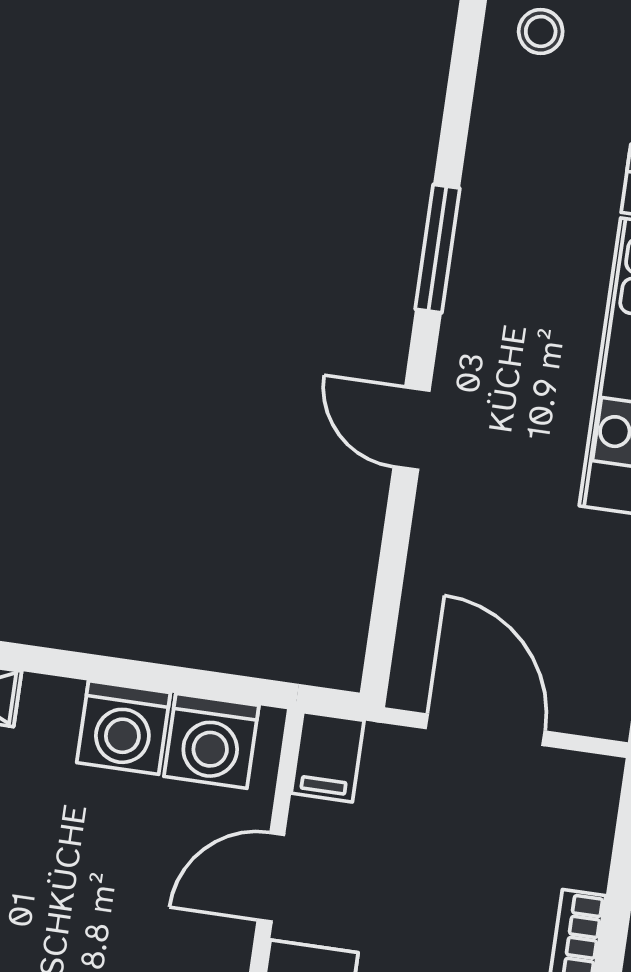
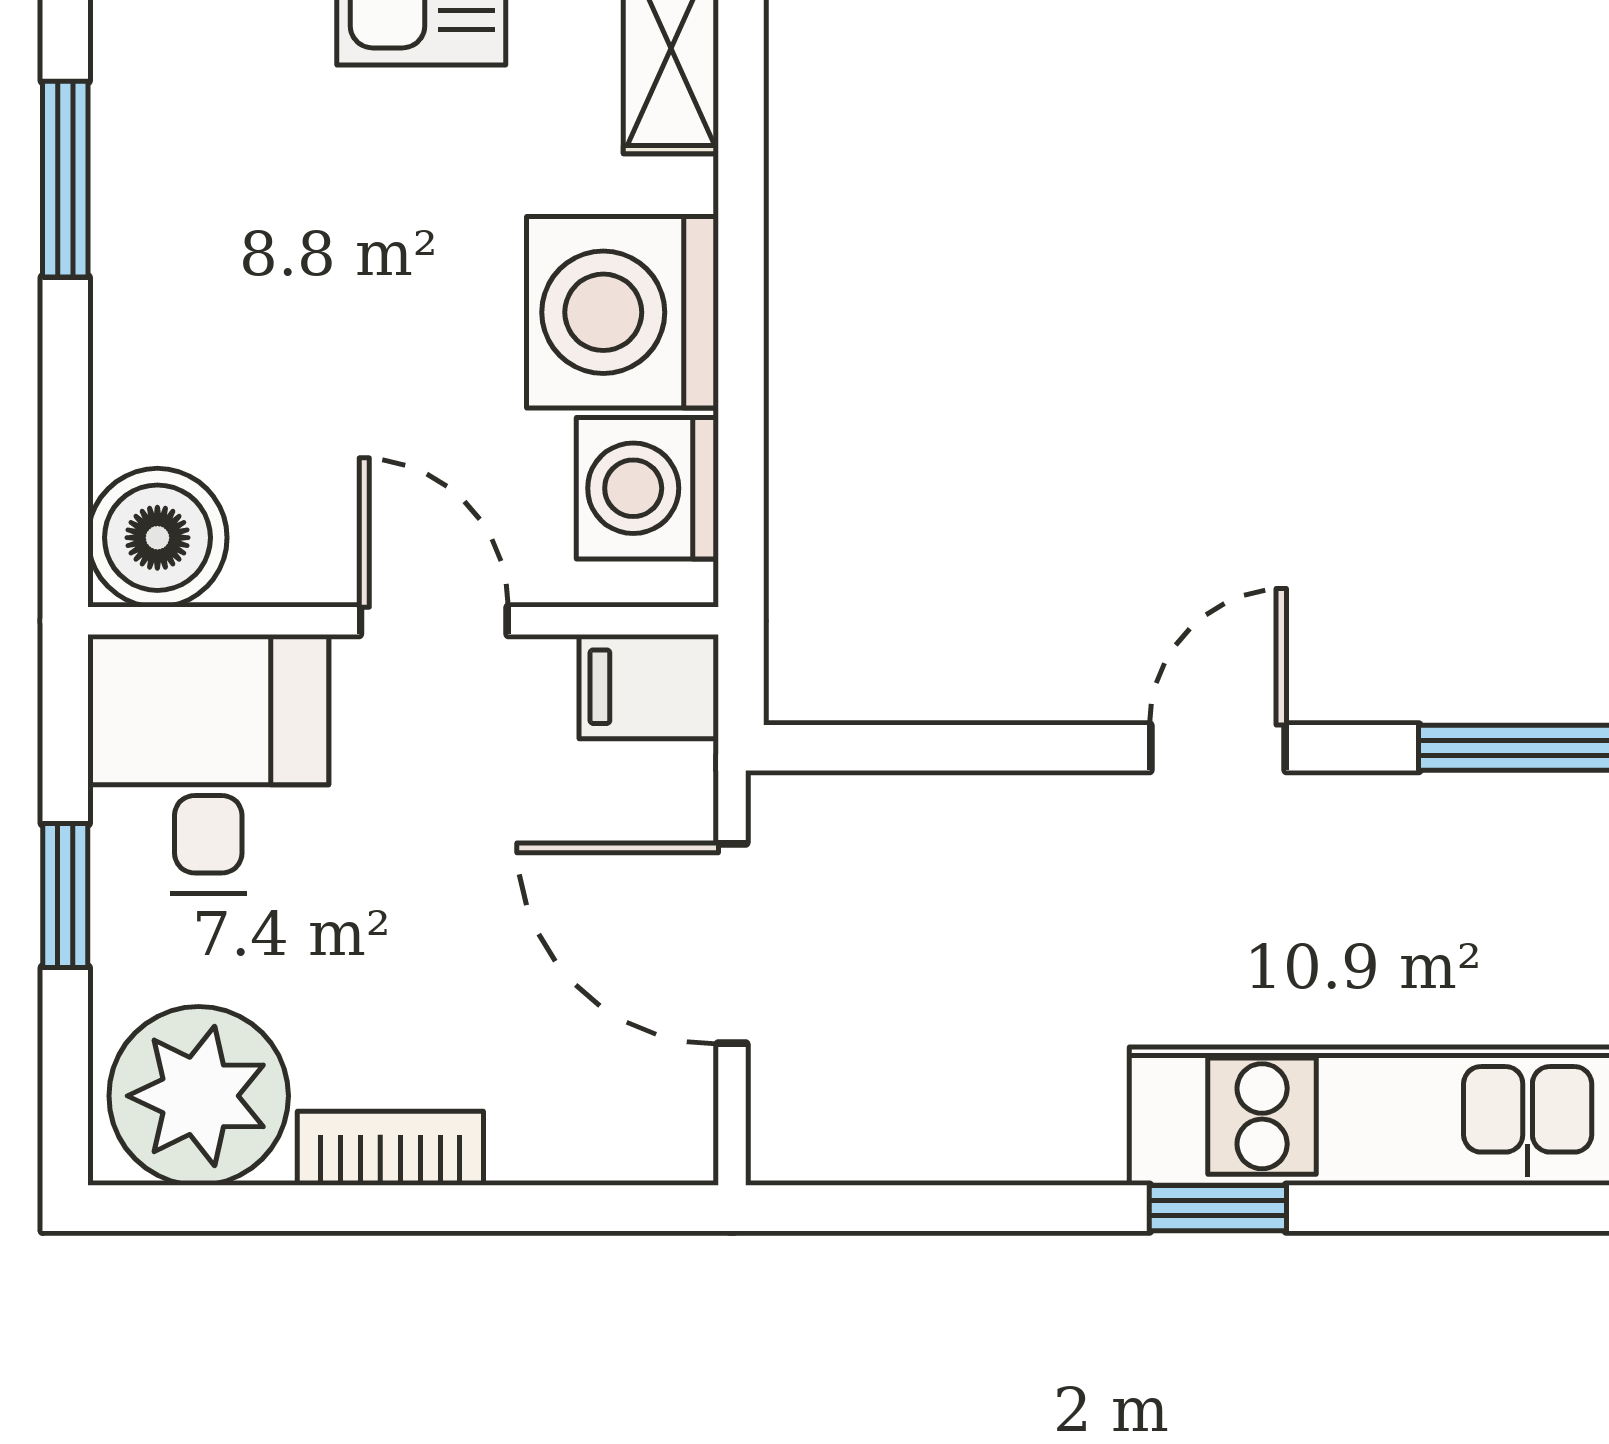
washing machine: (124, 728) -> (622, 312), width x1.37, depth x1.37
door: (485, 730) -> (732, 943), swing flipped

